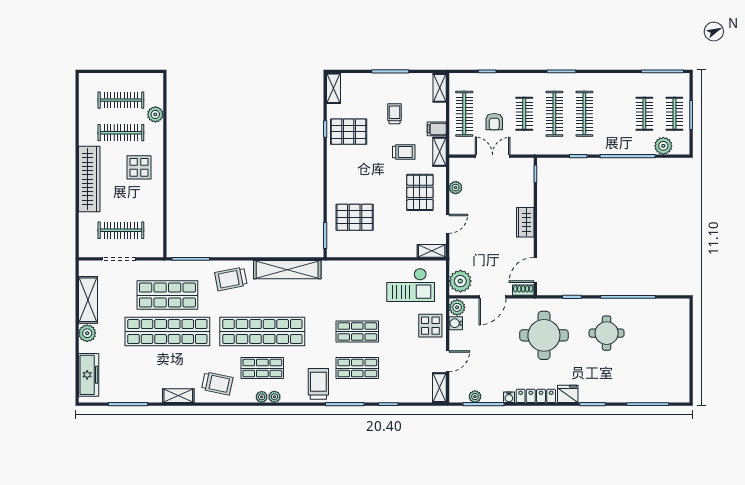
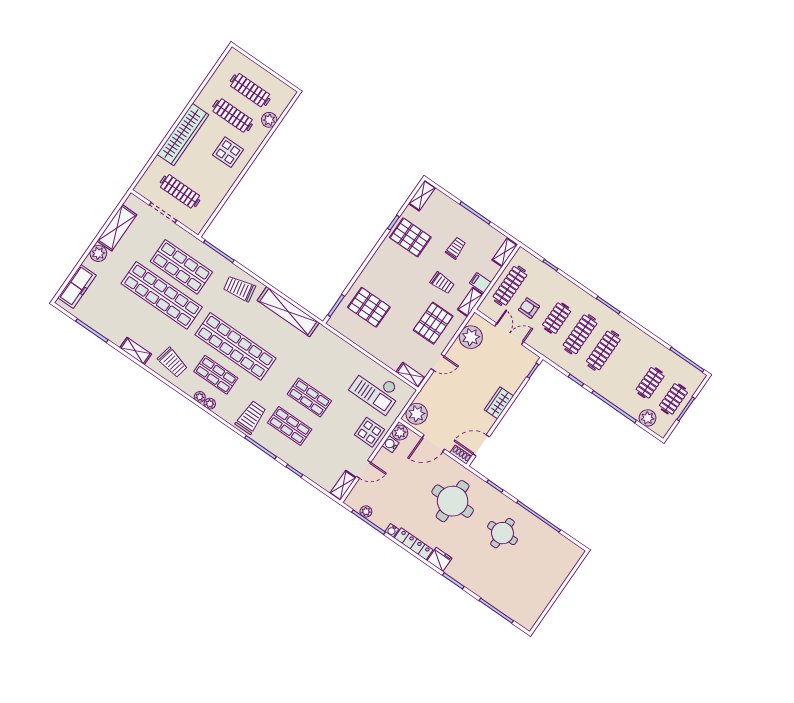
armchair: (494, 122) -> (529, 308), turned 90
plant: (456, 188) -> (471, 337), width x1.88, depth x1.88

